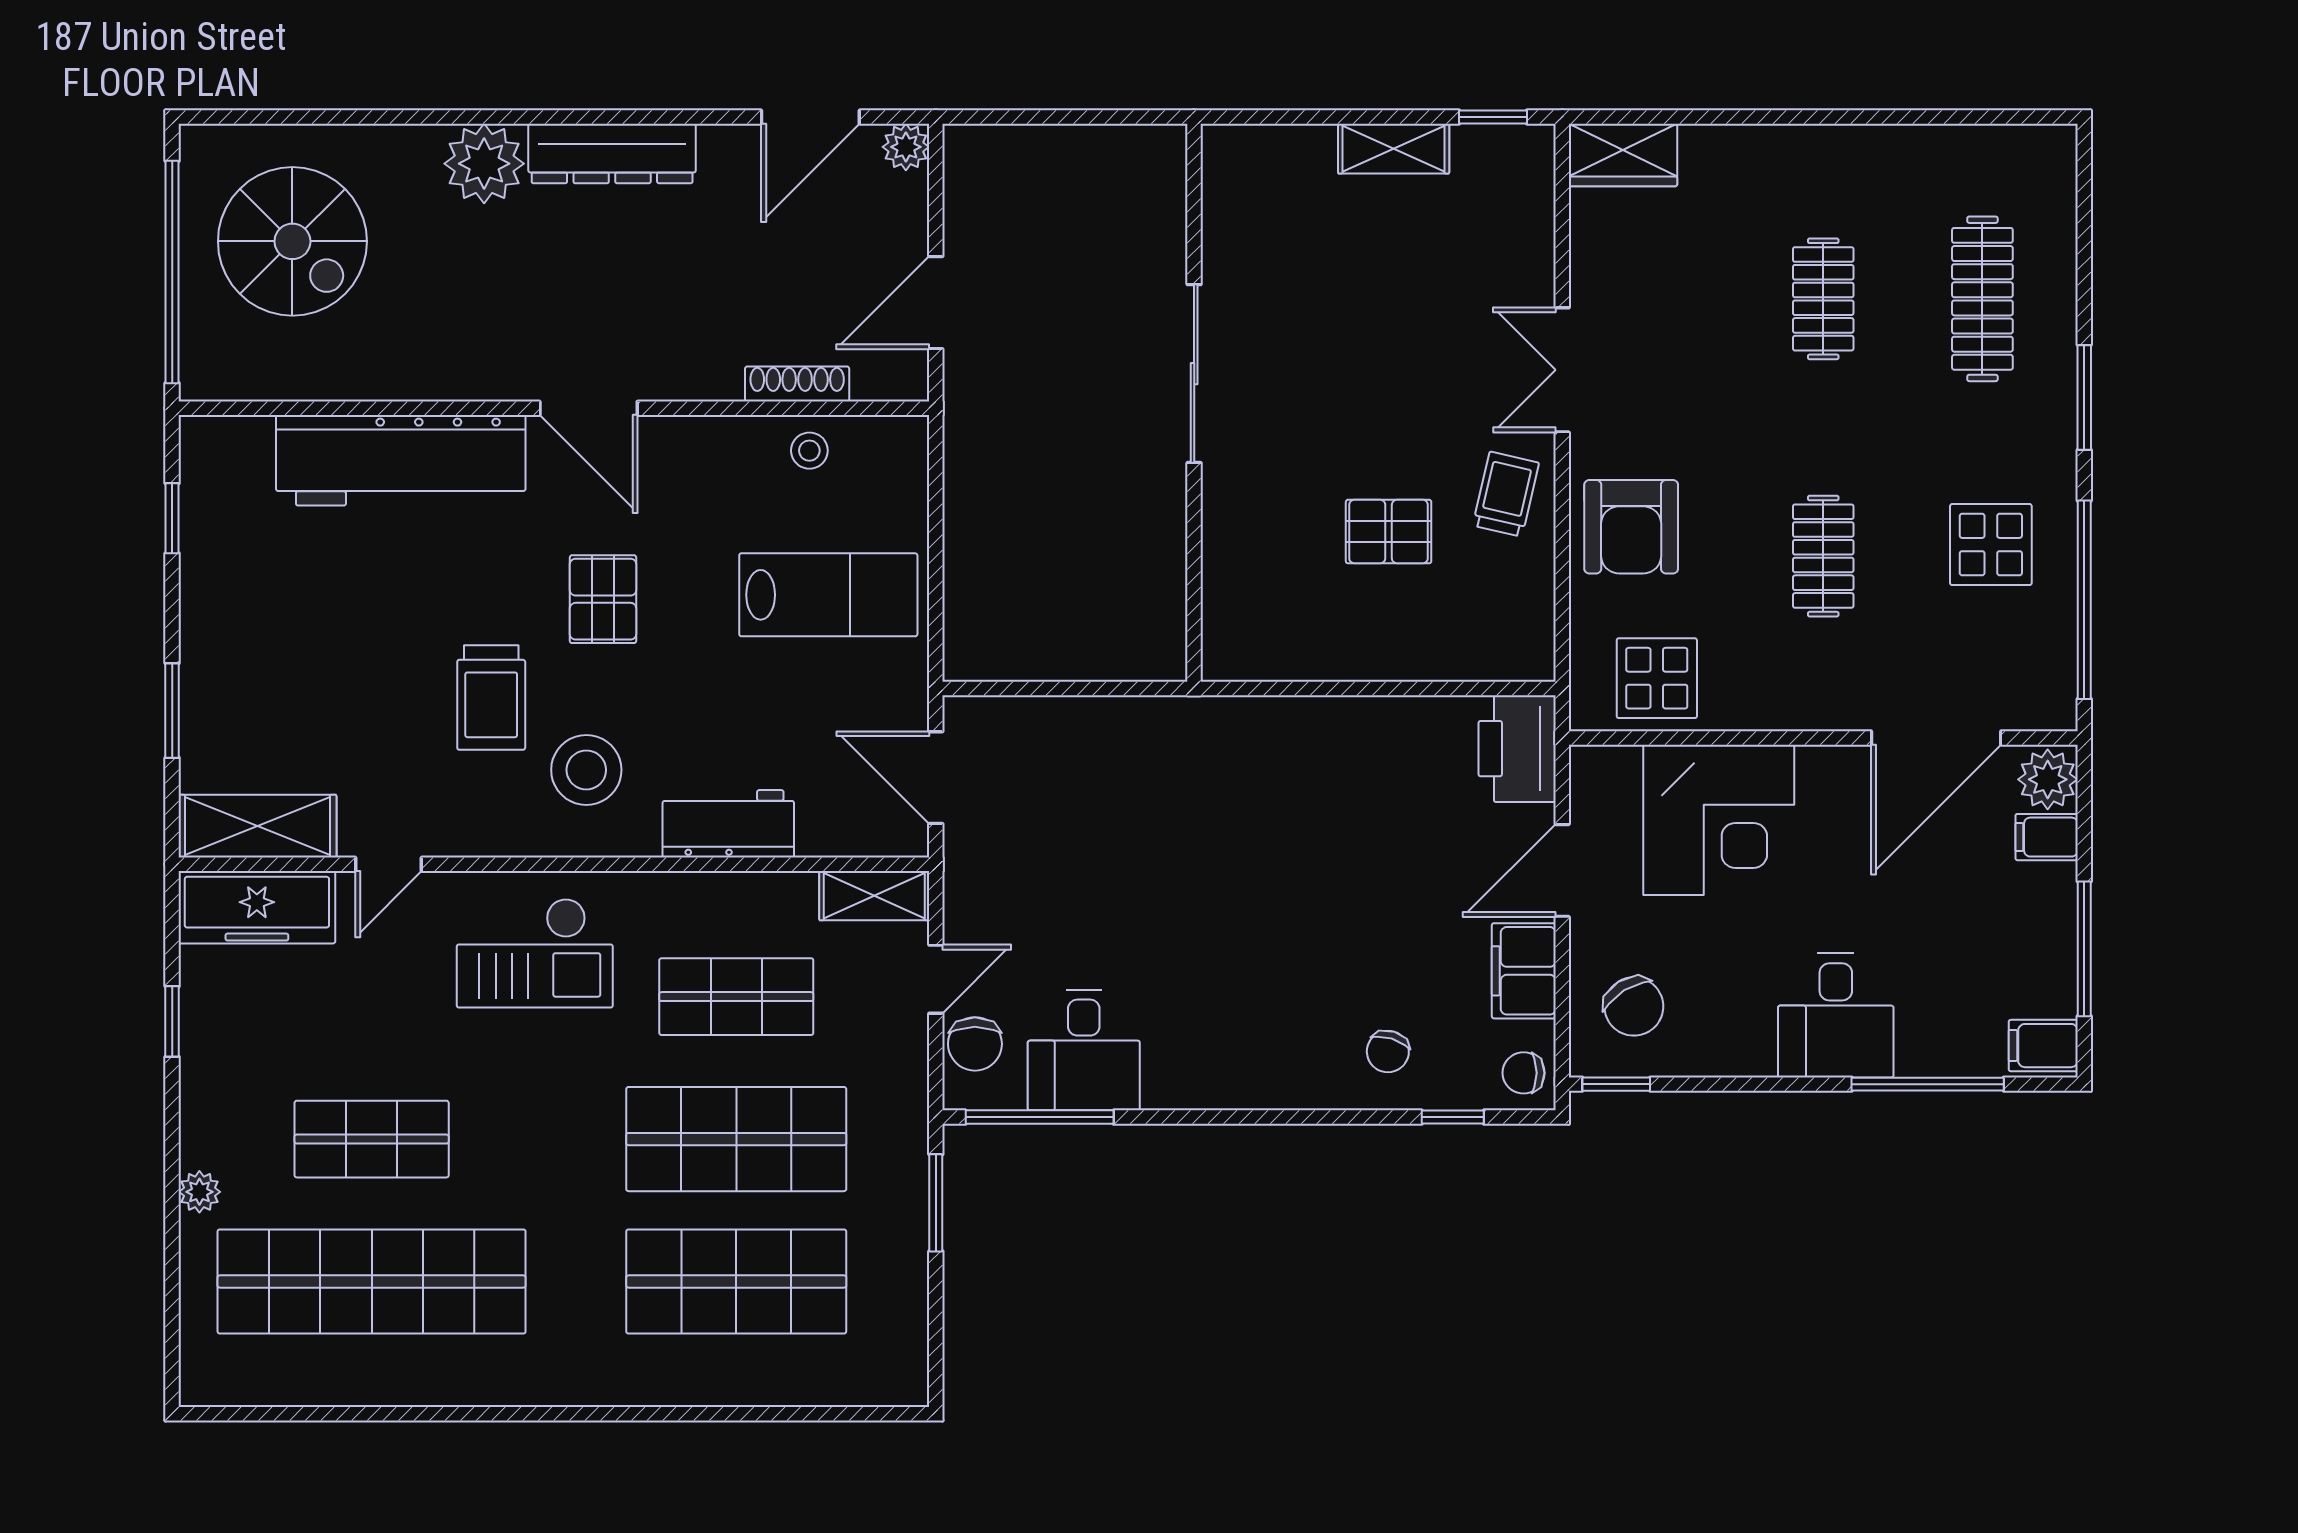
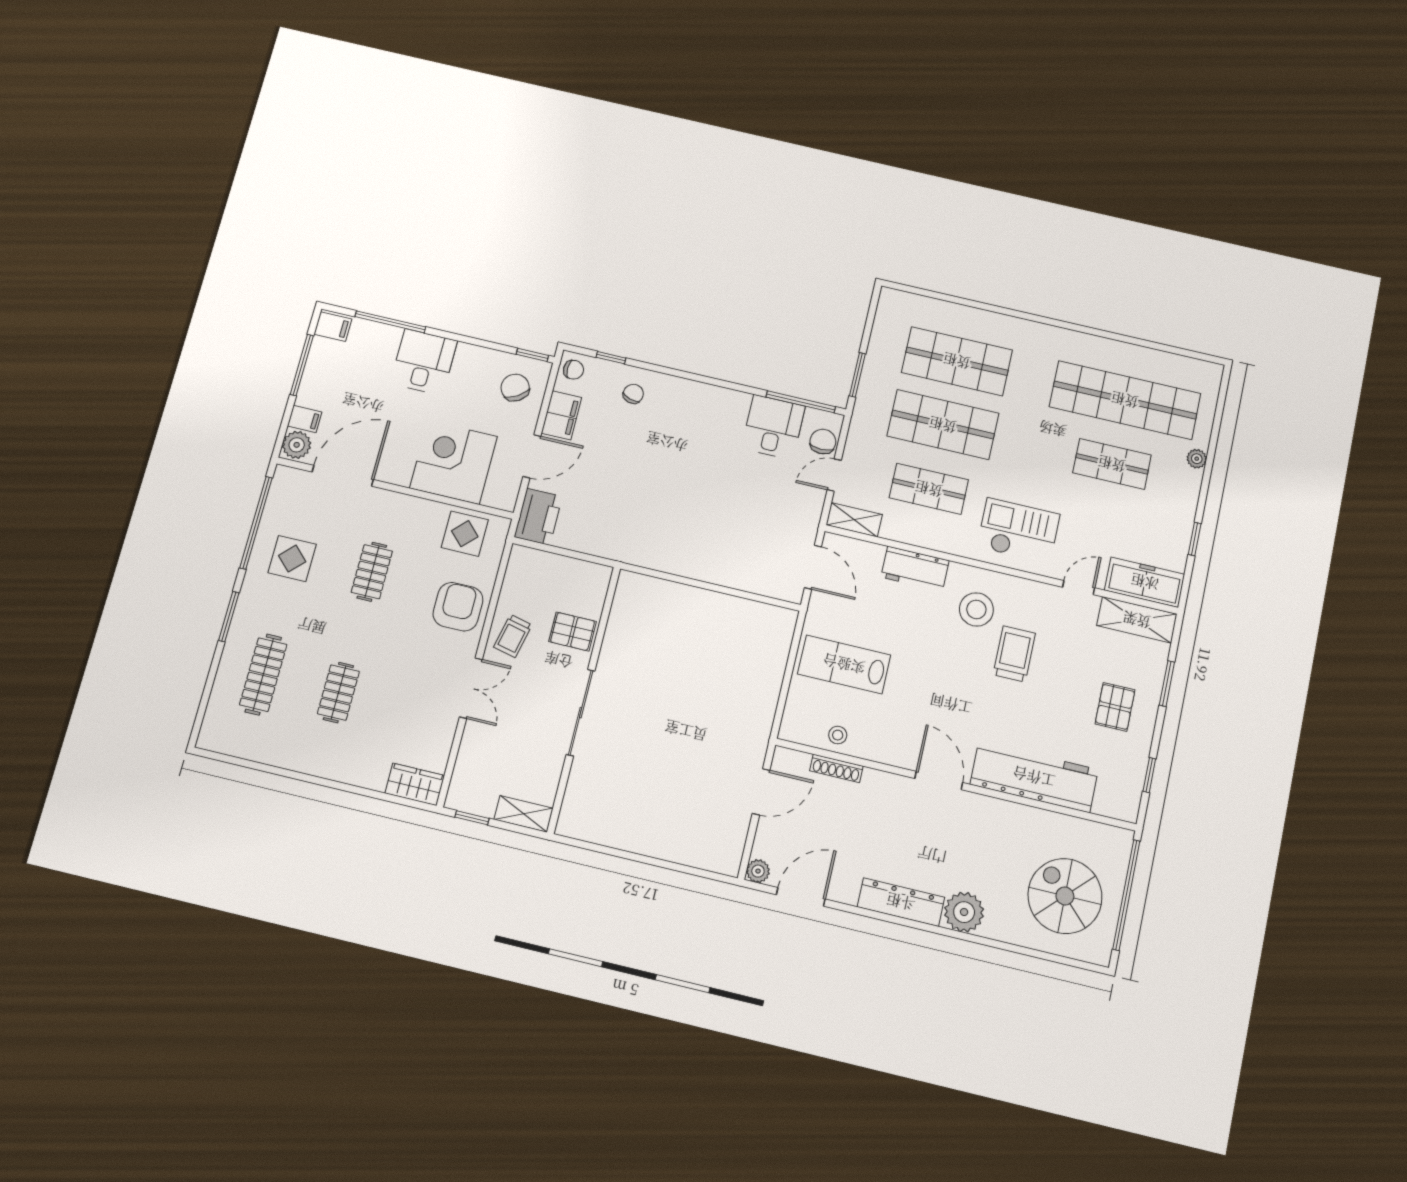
sliding door: (1194, 374) -> (581, 713), moved
wall: (1194, 403) -> (584, 699), moved
pallet: (603, 599) -> (1115, 707), moved

